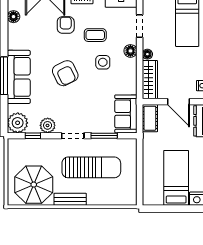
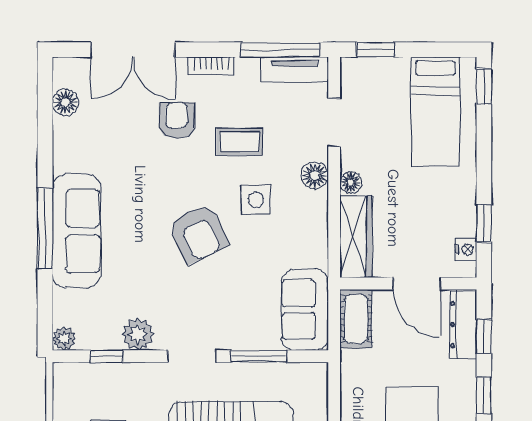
armchair: (65, 73) -> (198, 234), moved
plant: (18, 123) -> (64, 339), width x0.53, depth x0.53

